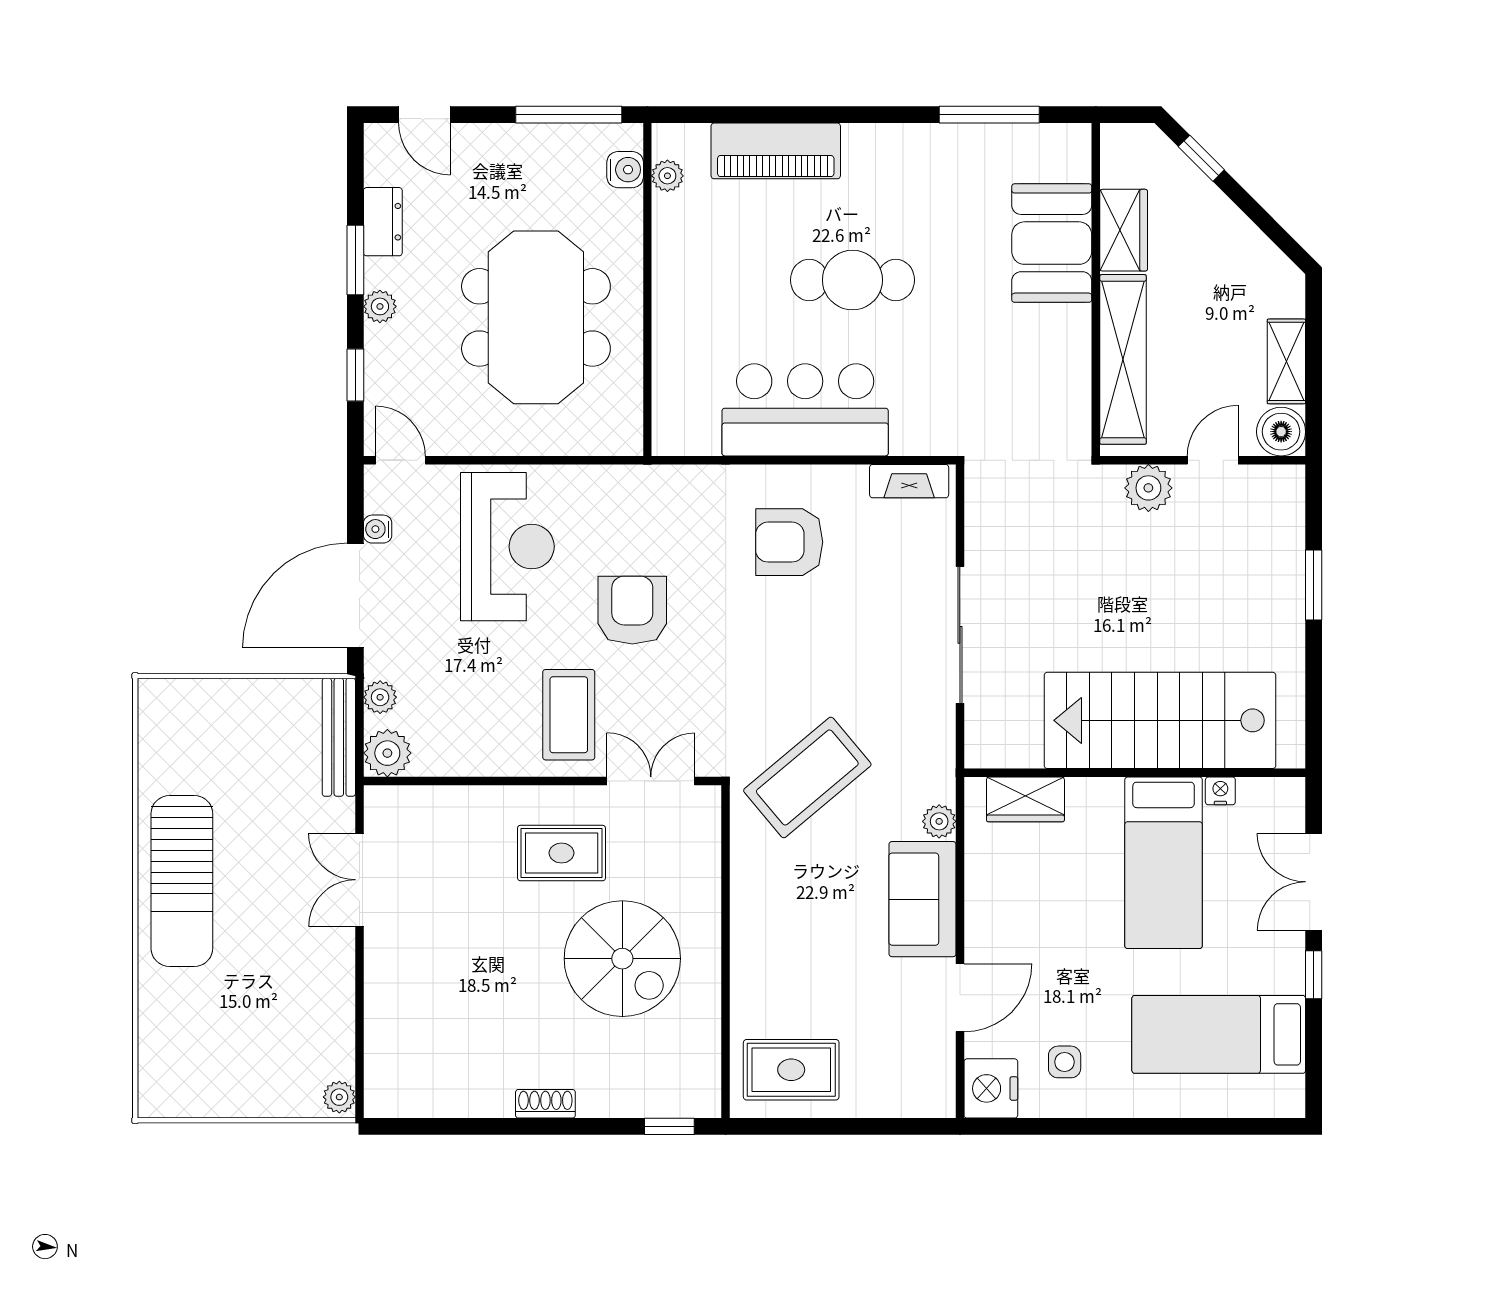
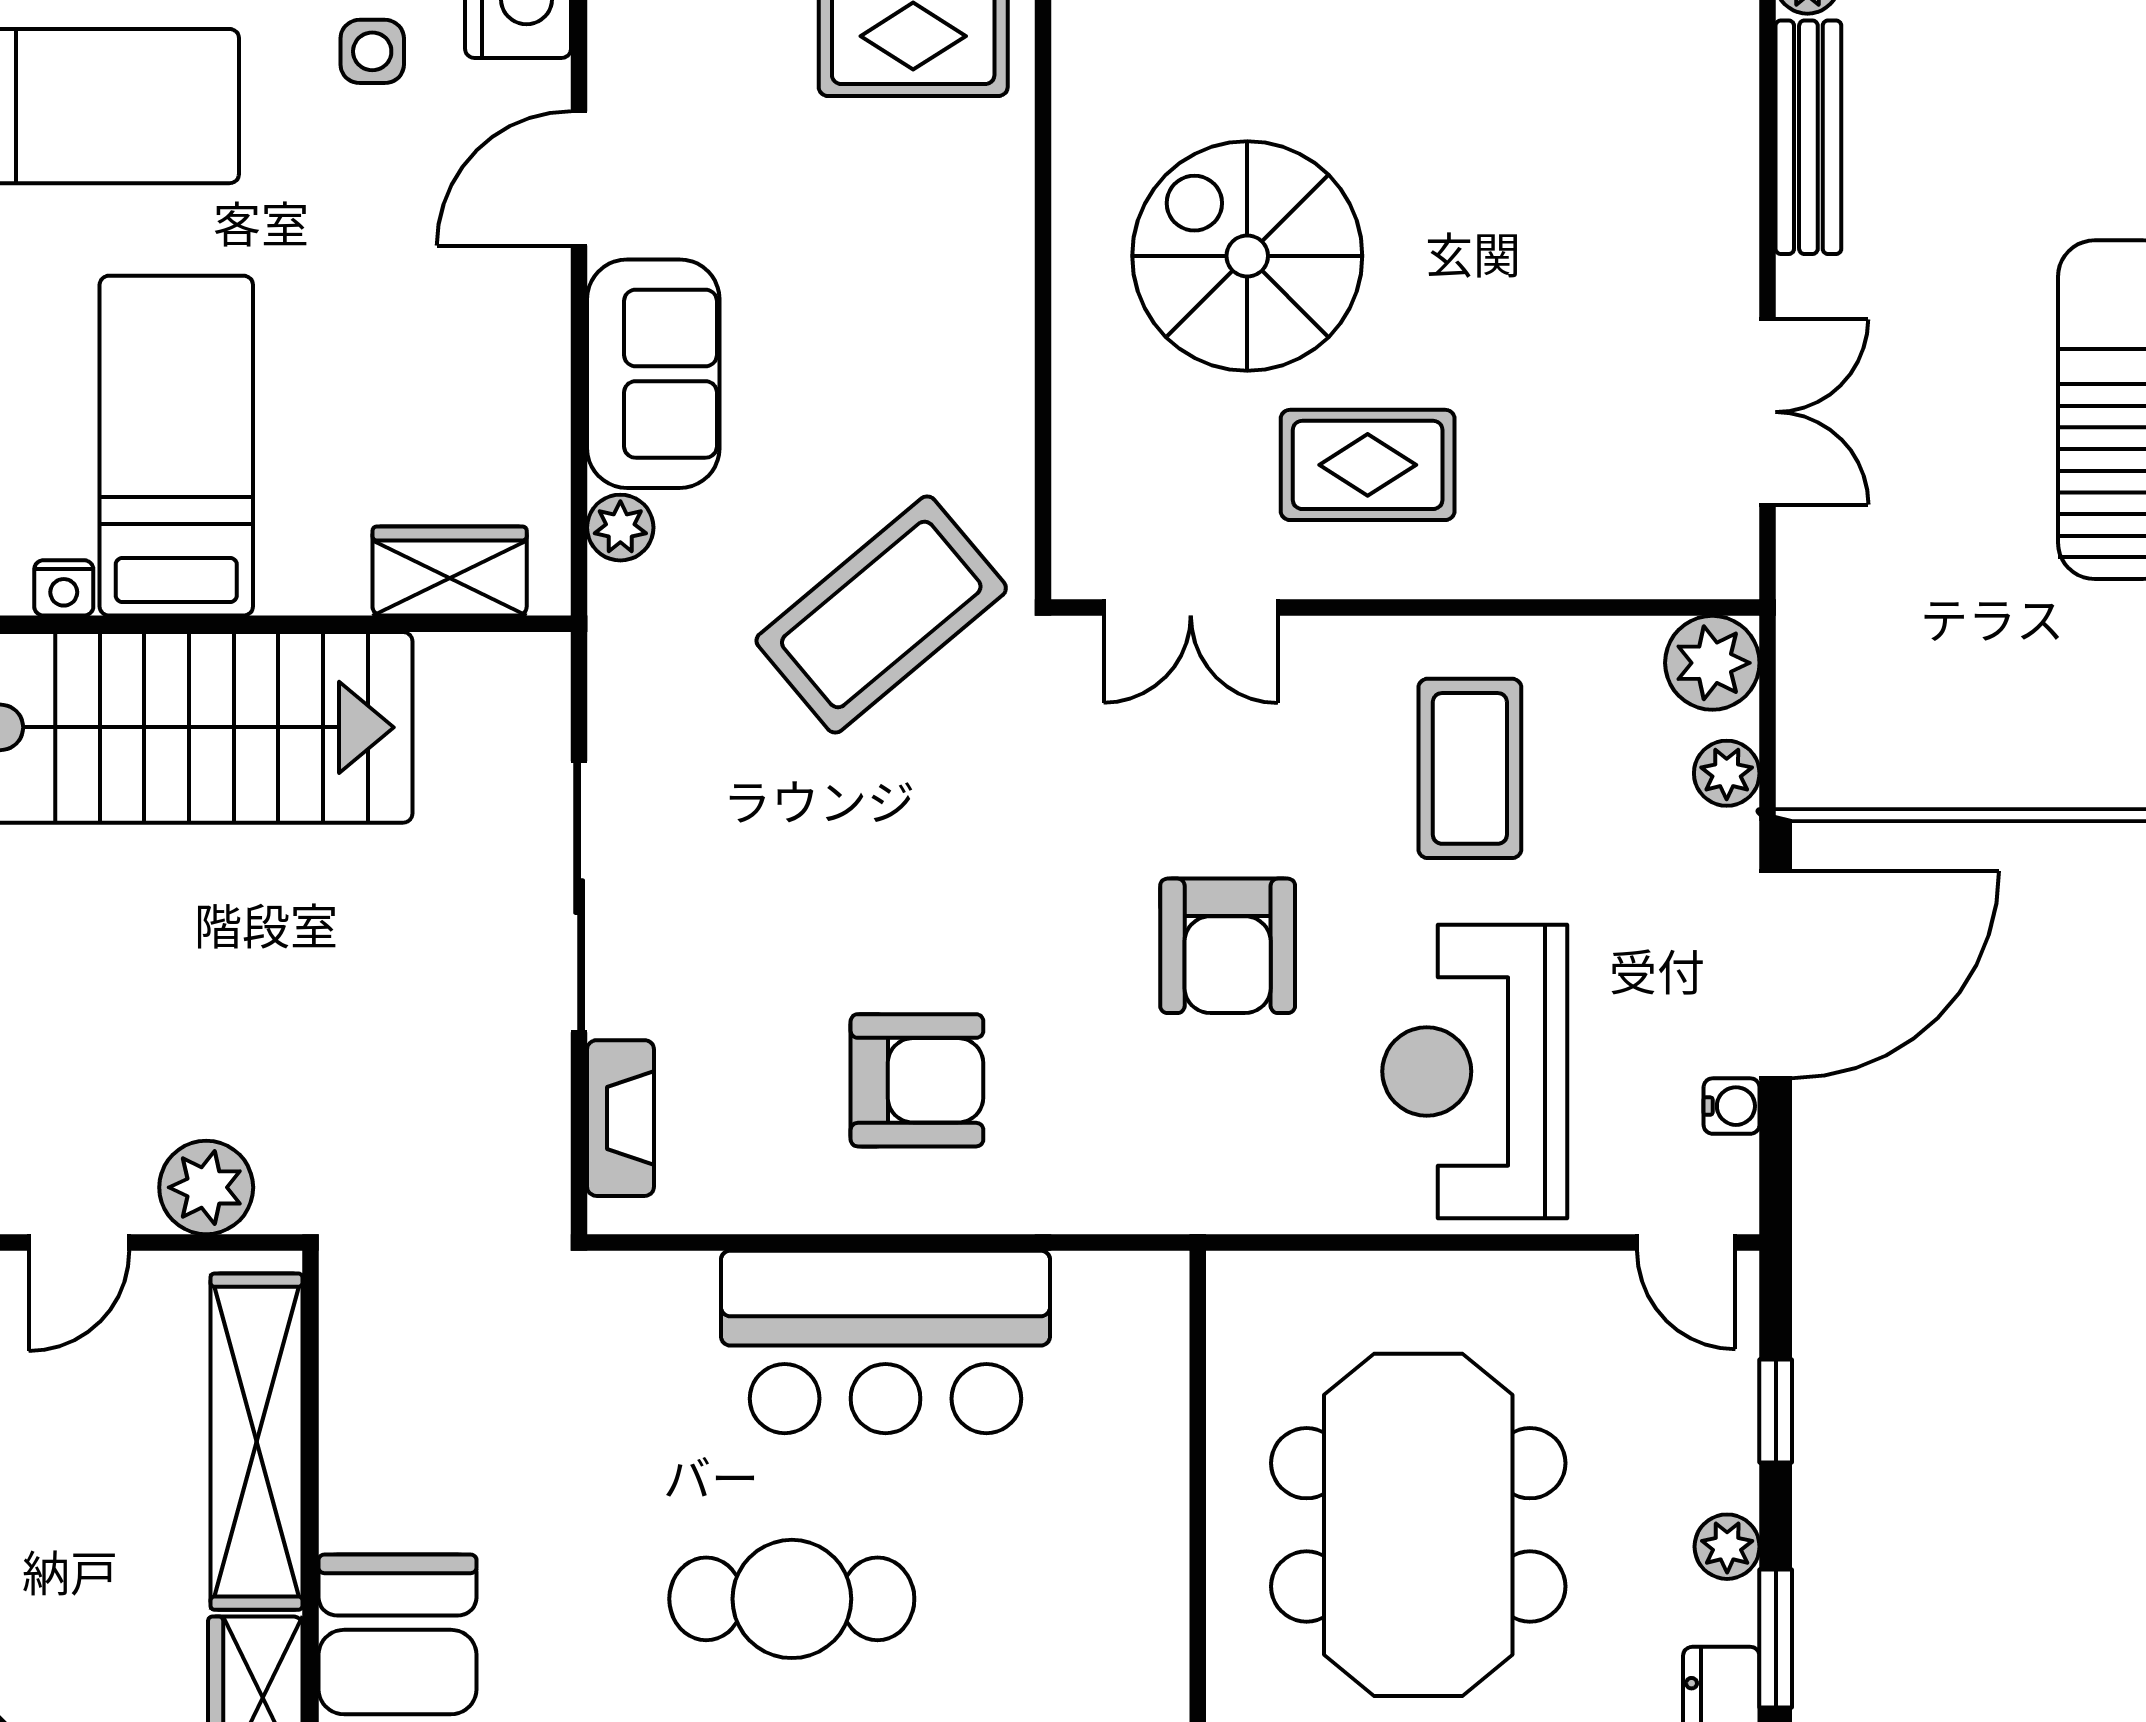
fireplace: (909, 481) -> (621, 1118), moved, turned 90
coffee table: (569, 715) -> (1470, 768), moved
bench: (339, 737) -> (1808, 137), moved

